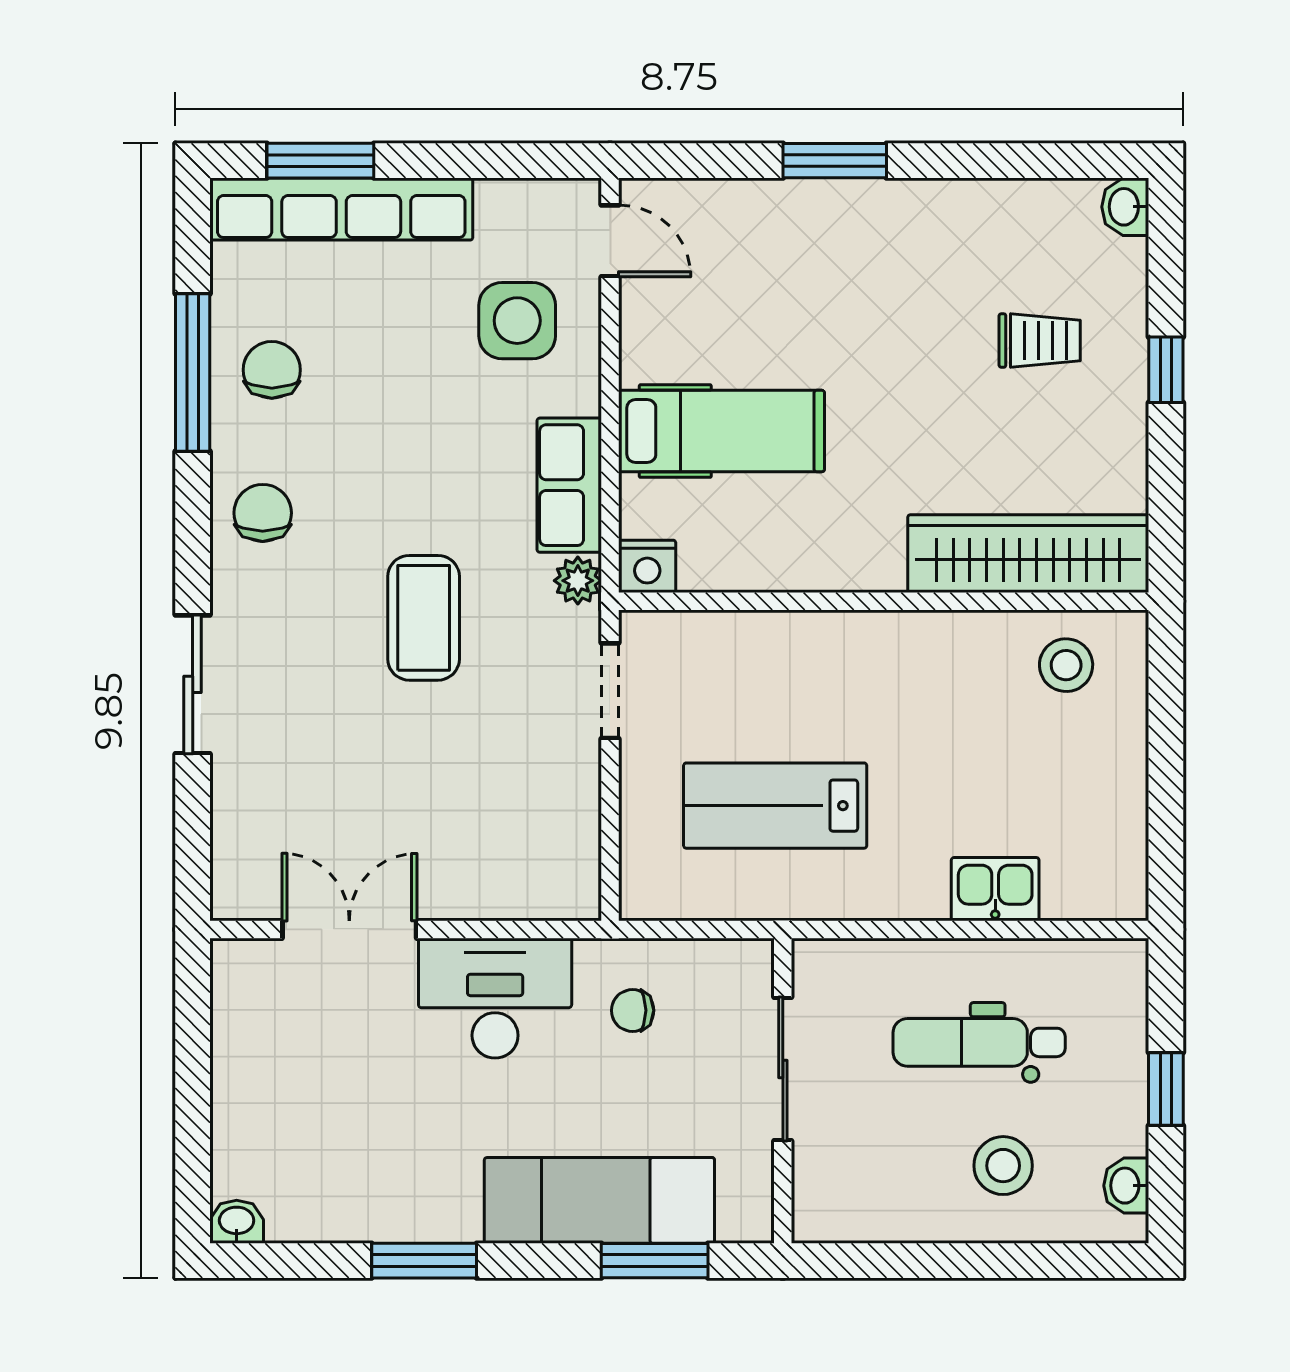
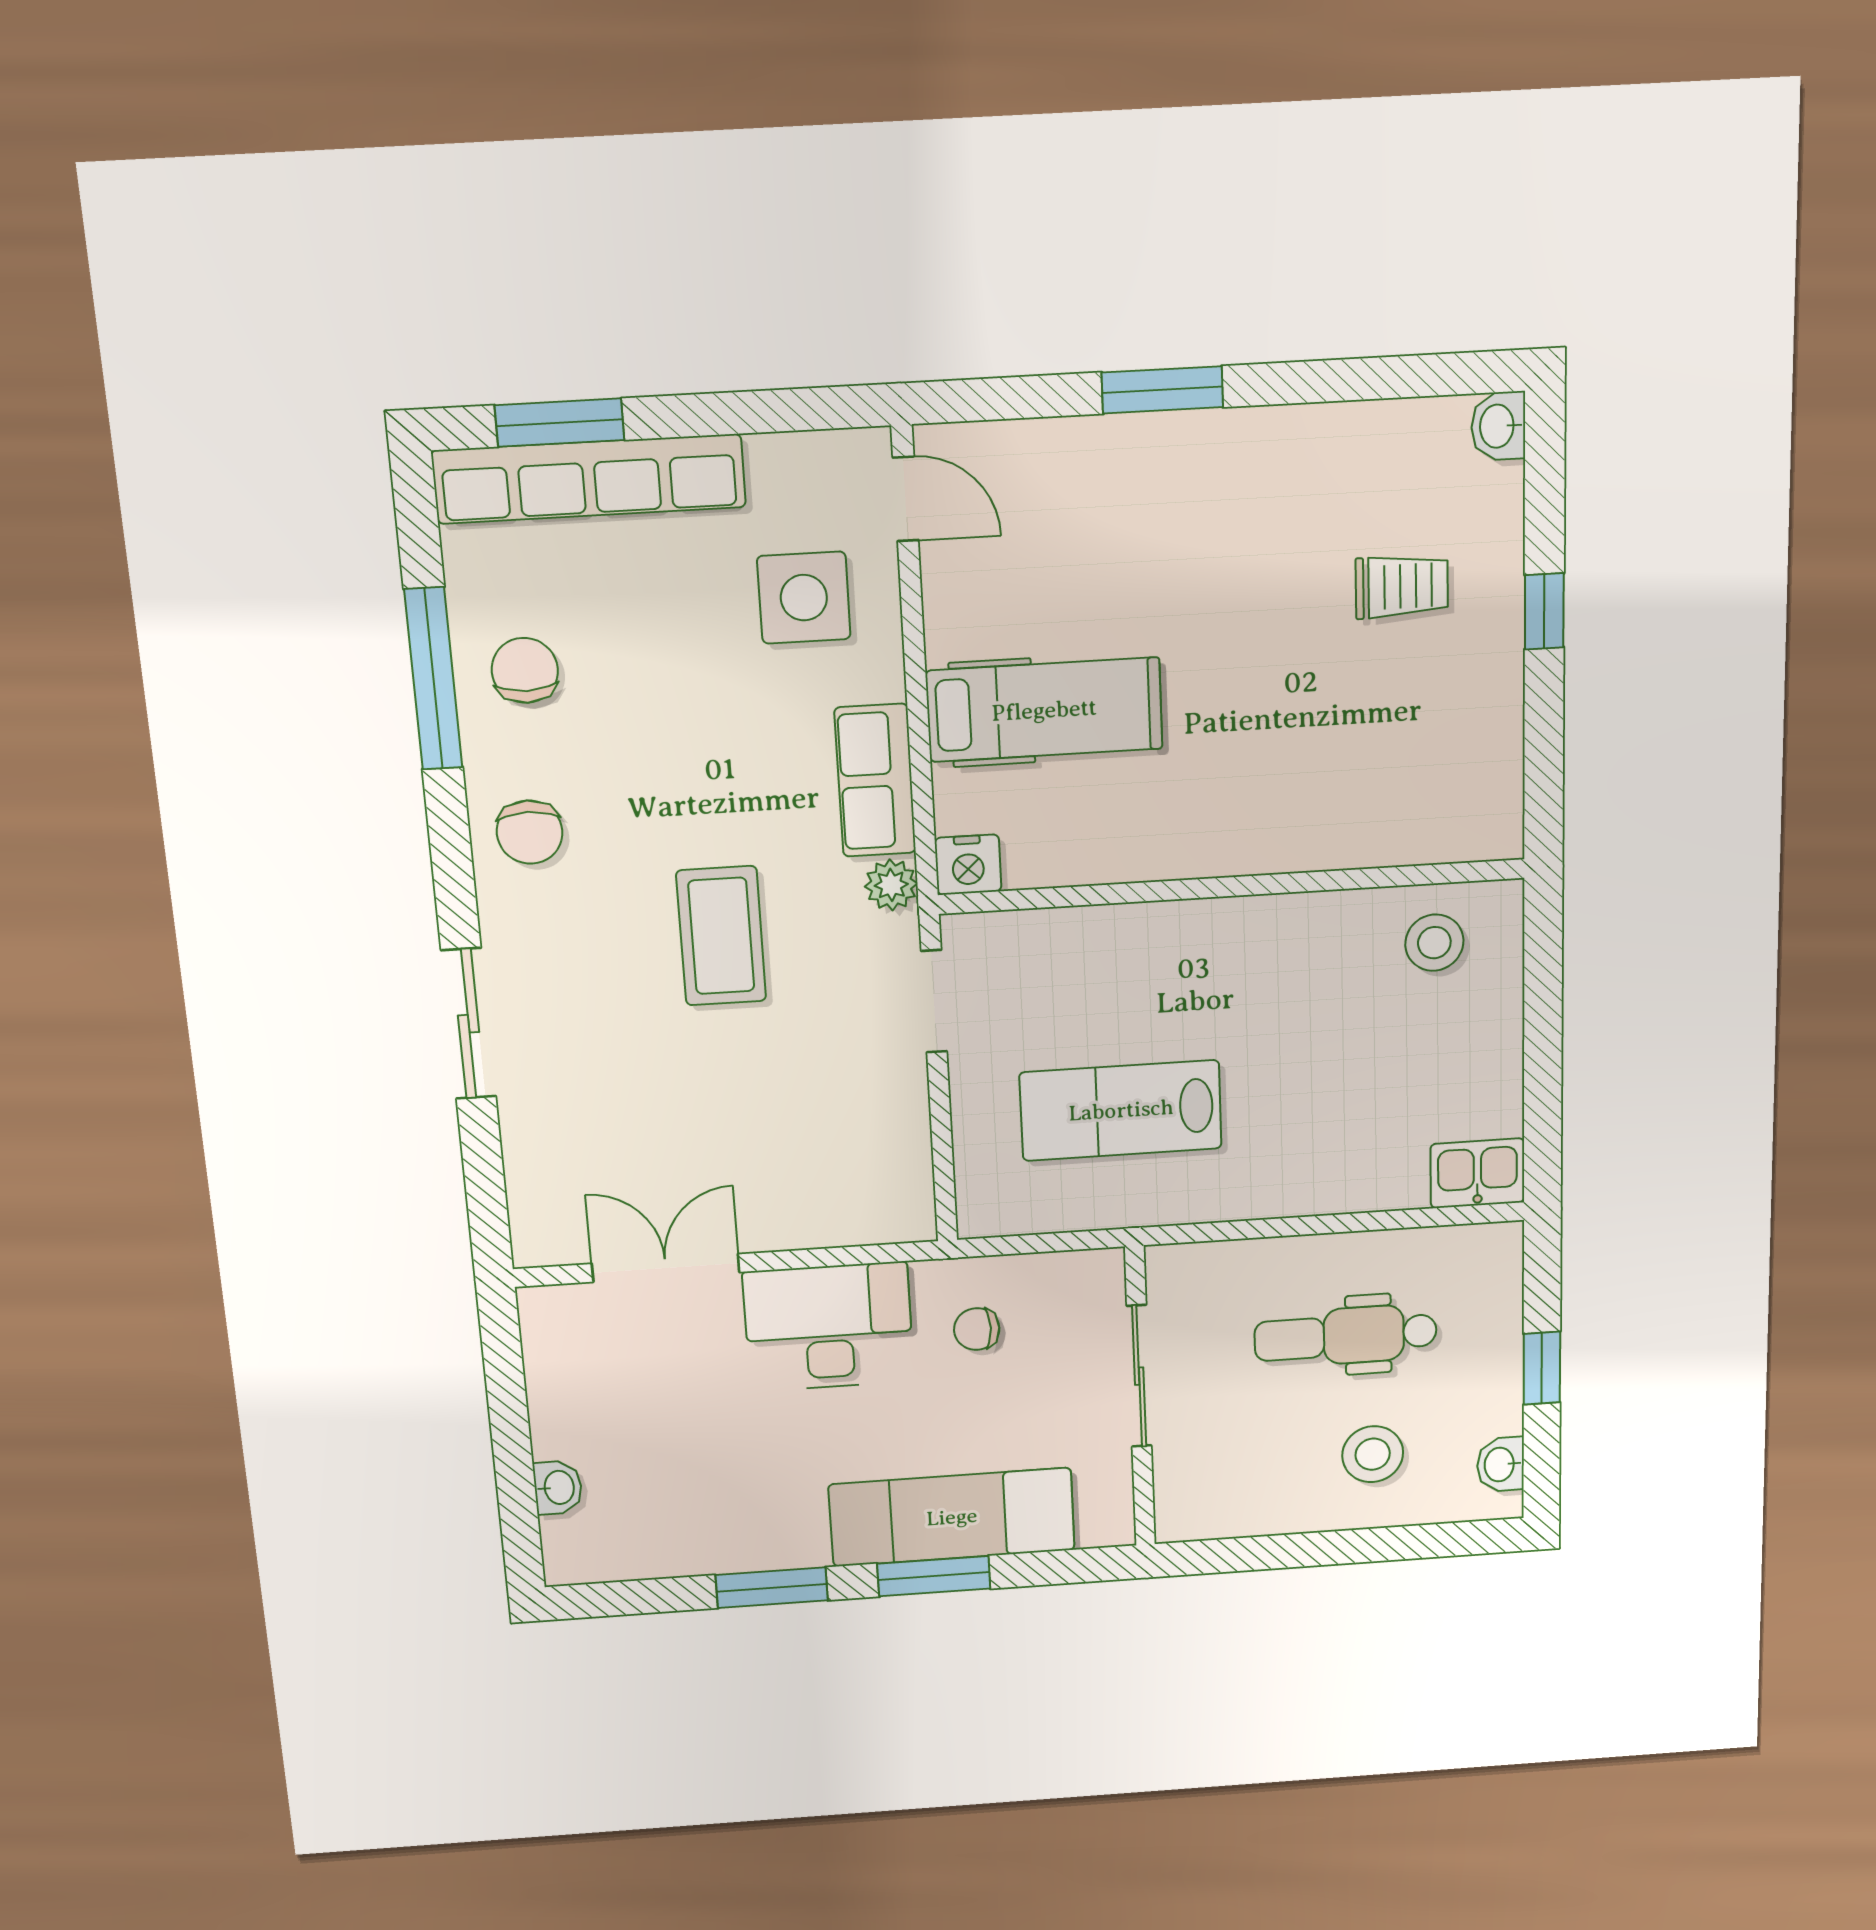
chair: (263, 513) -> (530, 832), turned 180
wardrobe: (1028, 554) -> (1392, 825), removed
kitchen sink: (995, 889) -> (1477, 1173), moved
washbasin: (237, 1222) -> (558, 1488), moved, turned 90
window: (655, 1261) -> (934, 1576), moved

